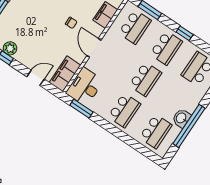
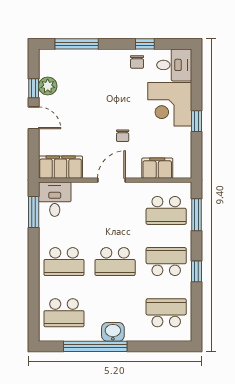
school desk: (166, 48) -> (166, 262), turned 180
door: (36, 78) -> (34, 118), moved
desk: (85, 87) -> (55, 199), width x0.73
washbasin: (181, 118) -> (113, 332), moved

